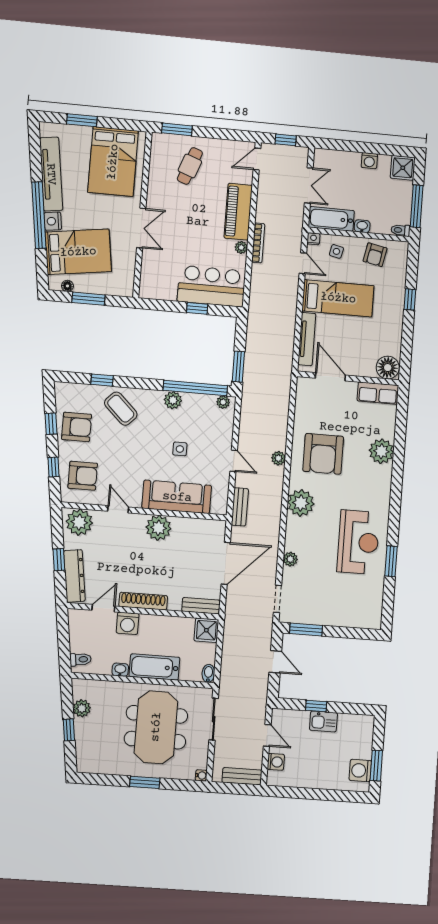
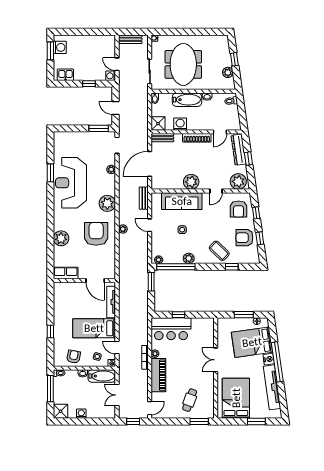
floor lamp: (388, 368) -> (61, 289), removed
armchair: (83, 476) -> (238, 209), turned -90
door: (118, 509) -> (216, 191), hinge flipped
reception desk: (358, 542) -> (71, 183), width x1.36, depth x1.30
washing machine: (128, 623) -> (180, 124), moved
kitchen sink: (323, 721) -> (65, 75), moved
washing machine: (276, 762) -> (111, 76), moved
window: (145, 782) -> (187, 32), removed

